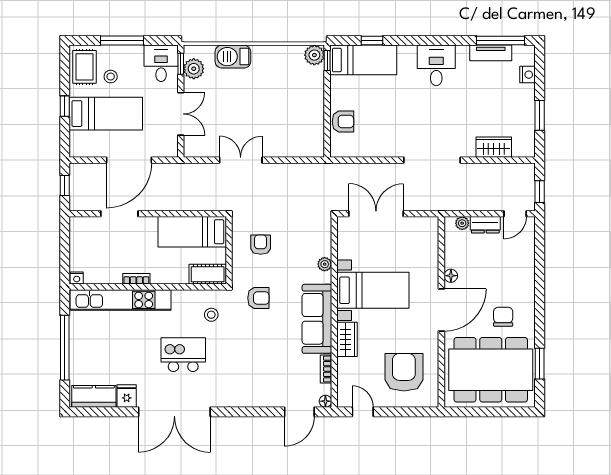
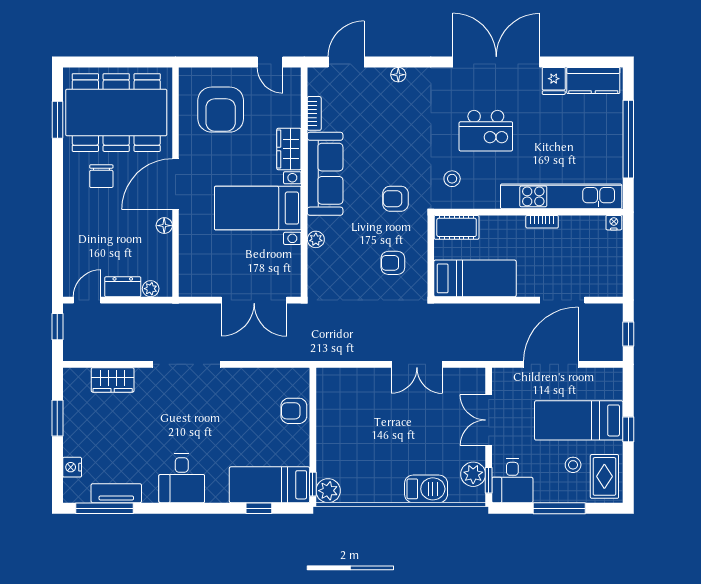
armchair: (261, 245) -> (393, 263), turned 90
floor lamp: (325, 401) -> (398, 75), moved

